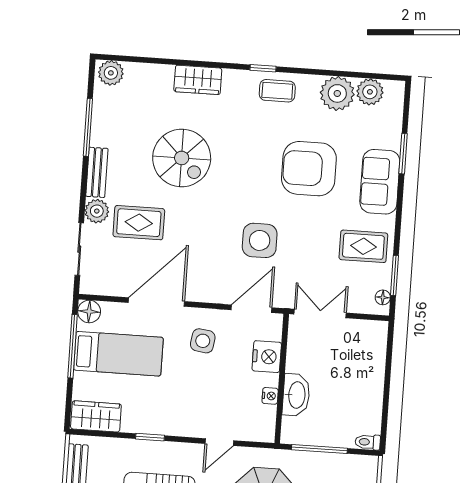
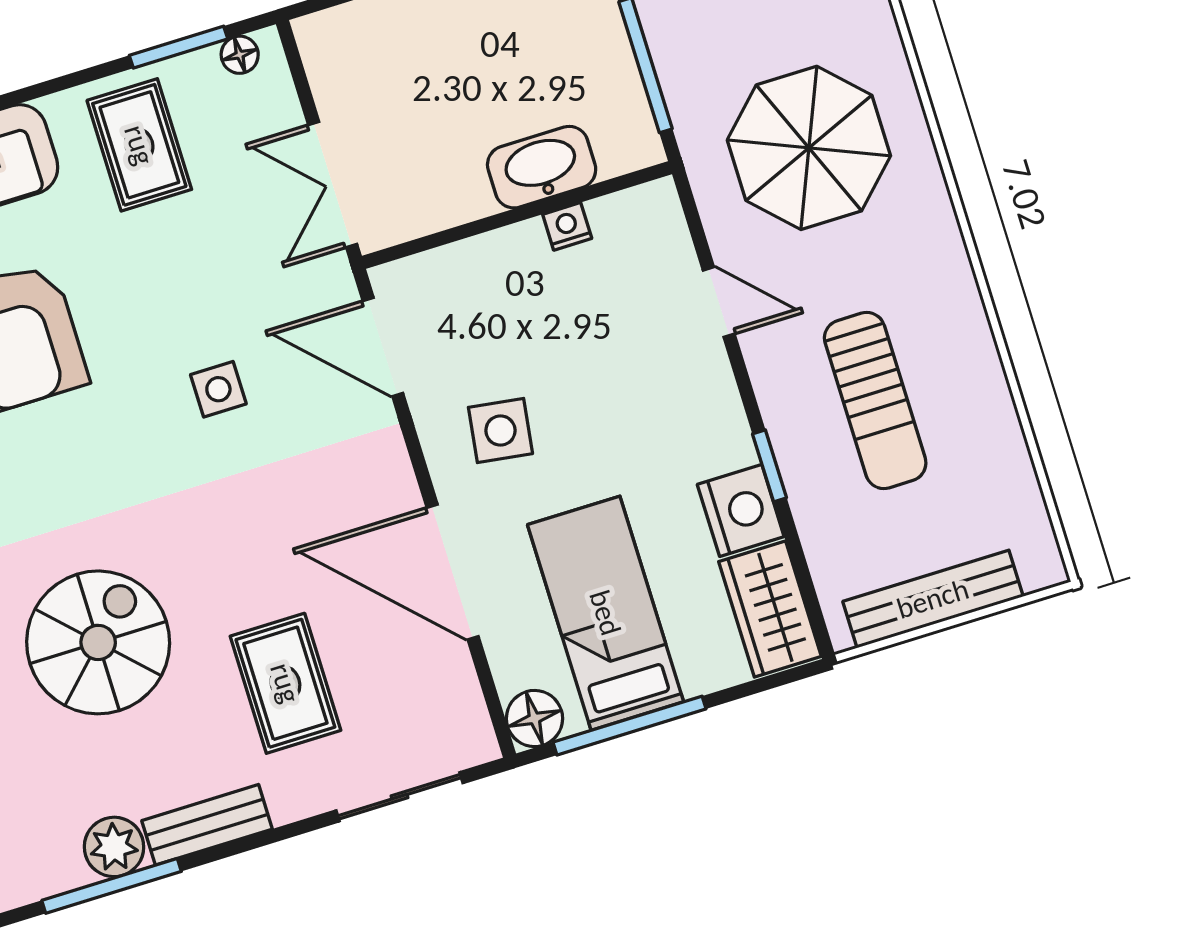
plant: (97, 211) -> (114, 847), moved
side table: (260, 240) -> (218, 389), width x0.54, depth x0.54
nightstand: (267, 357) -> (741, 510), moved, turned 90

